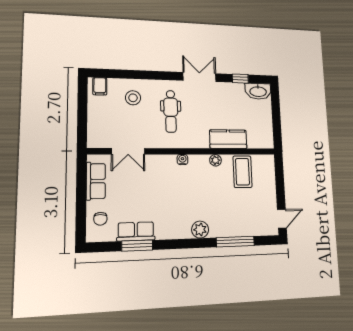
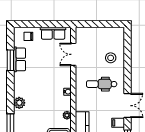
filing cabinet: (100, 86) -> (118, 123), moved

